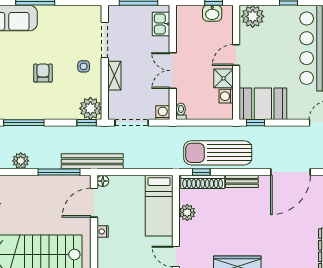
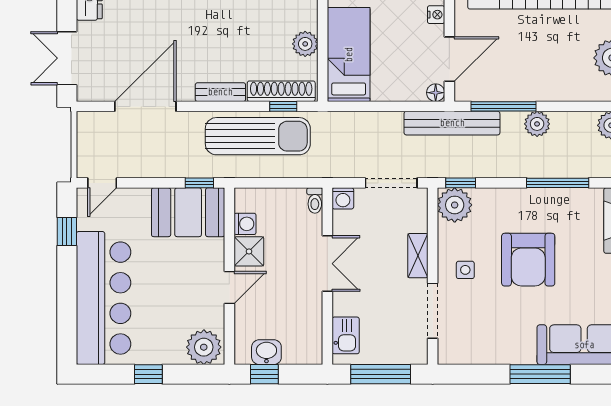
armchair: (43, 73) -> (528, 260), width x1.88, depth x1.88
plant: (21, 161) -> (537, 124), moved

